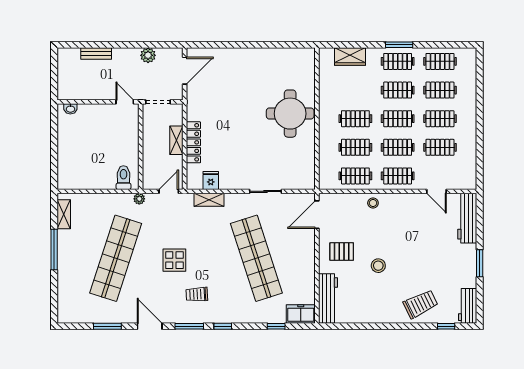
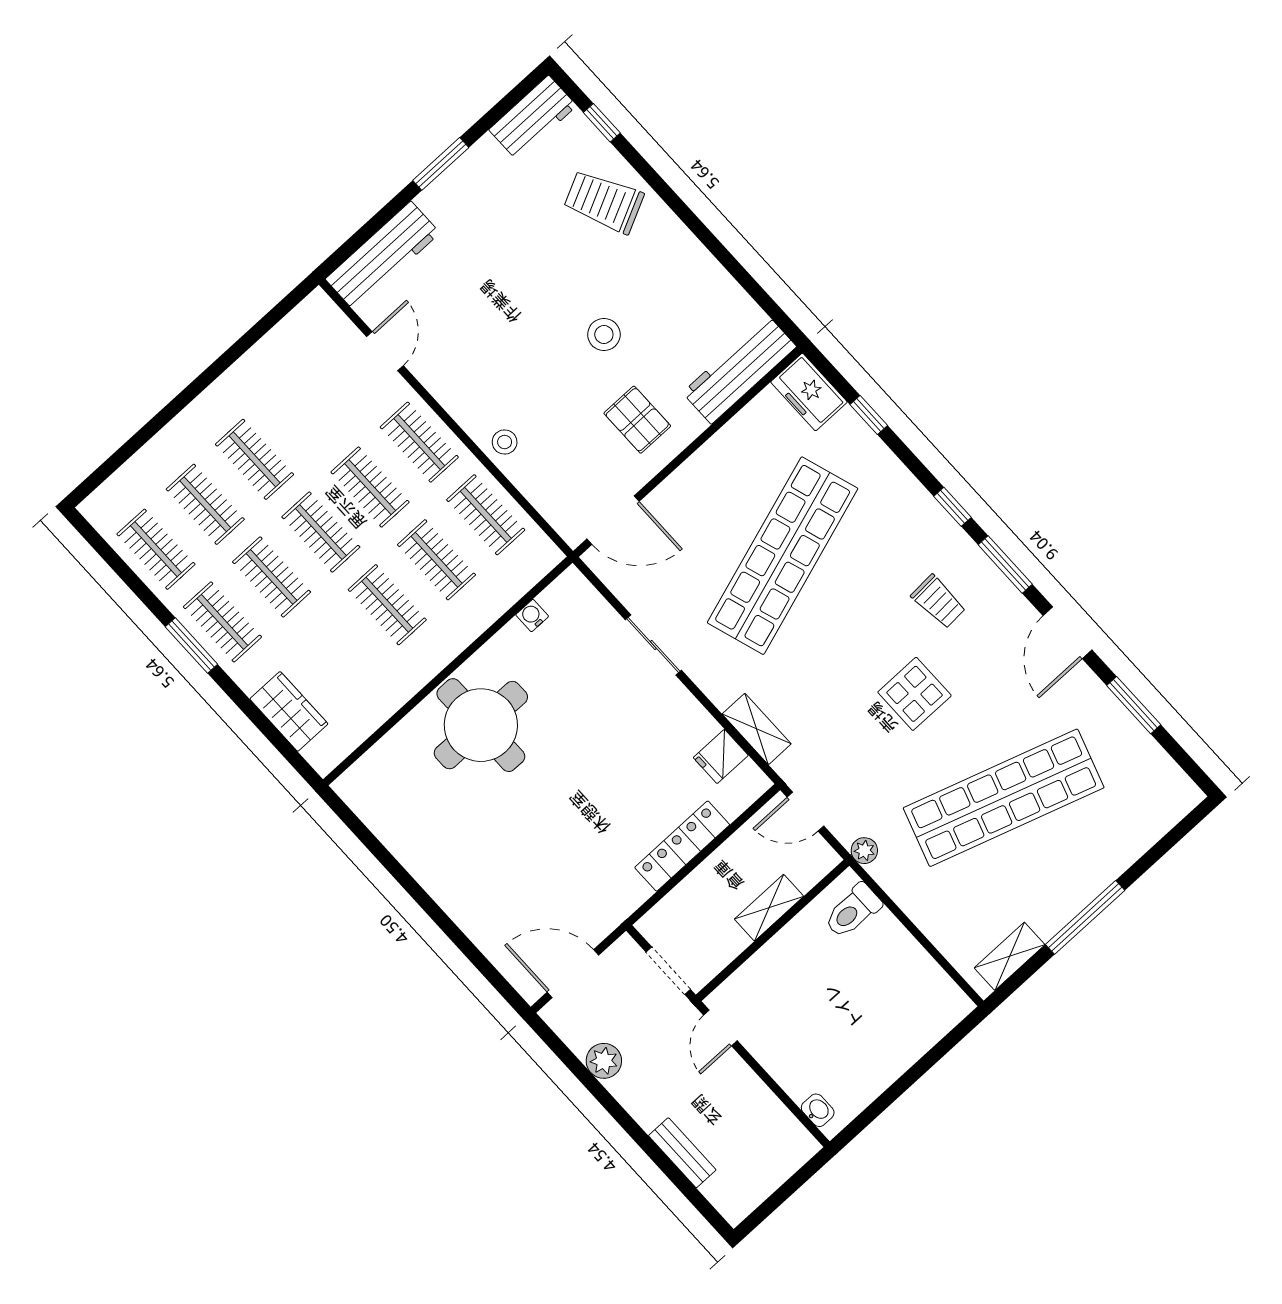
shelving: (176, 140) -> (769, 908), moved
clothes rail: (440, 147) -> (304, 414), removed
water cooler: (310, 161) -> (532, 616), added

